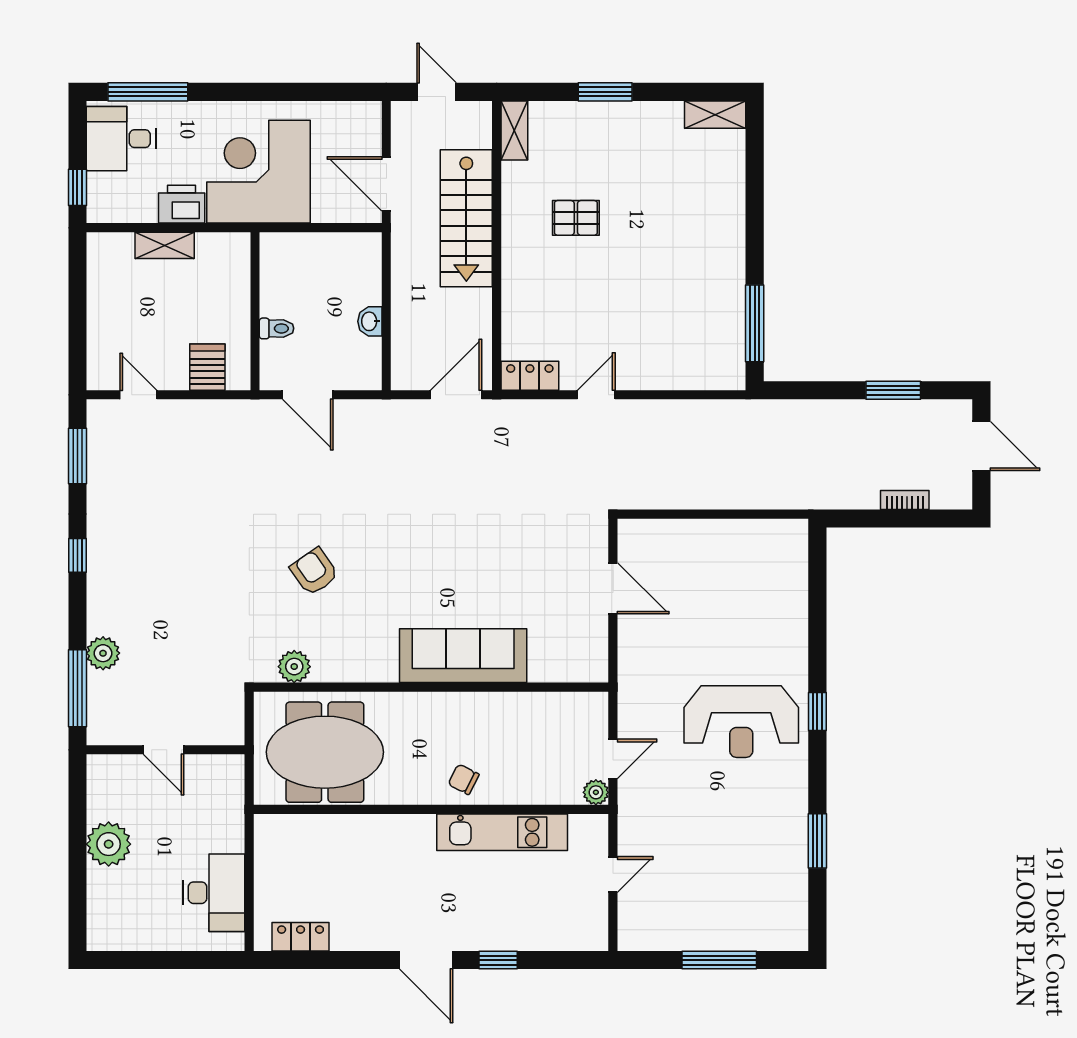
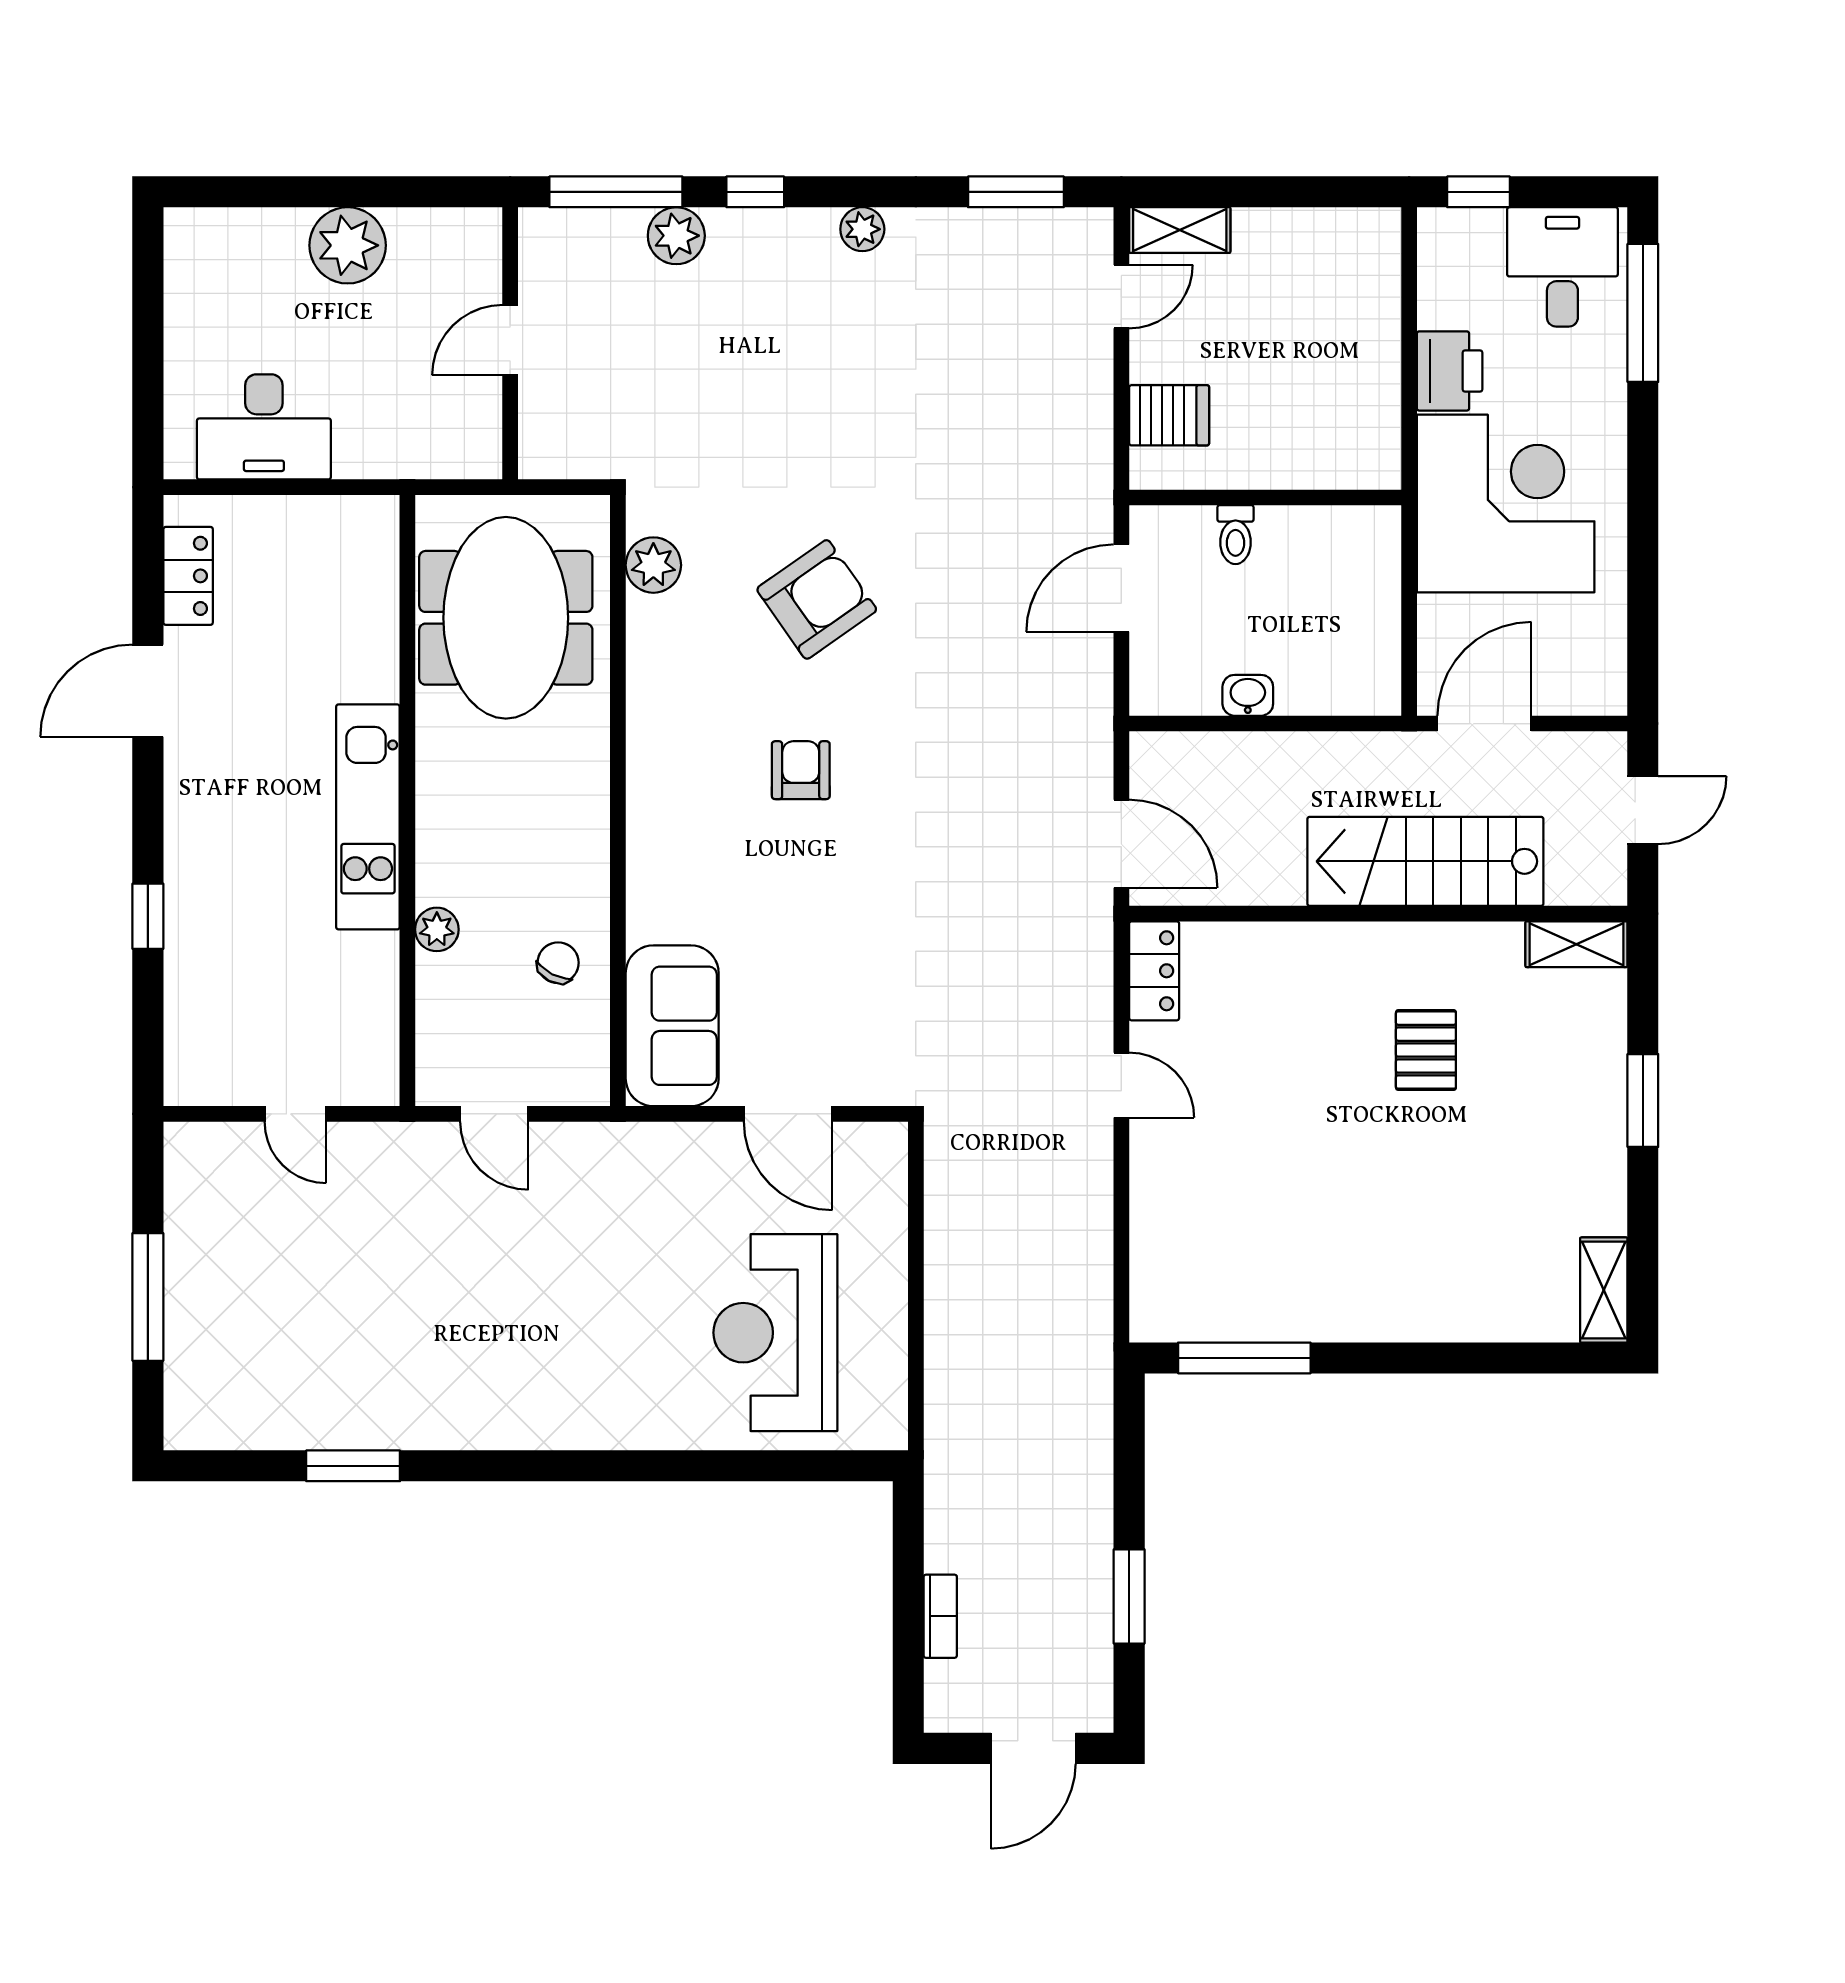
shelving: (165, 245) -> (1180, 230), moved, turned 90
plant: (99, 545) -> (862, 229), added
window: (77, 555) -> (755, 192), moved
armchair: (314, 572) -> (817, 599), width x1.38, depth x1.38
armchair: (413, 581) -> (801, 770), added
door: (613, 588) -> (788, 1114), hinge flipped
sofa: (463, 656) -> (672, 1026), moved, width x0.73
window: (817, 711) -> (576, 1466), removed
reception desk: (741, 722) -> (775, 1333), moved
chair: (464, 779) -> (558, 963), moved
plant: (596, 792) -> (437, 929), moved
kitchen unit: (502, 832) -> (368, 817), moved
door: (426, 960) -> (148, 691), moved

